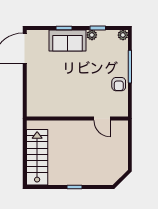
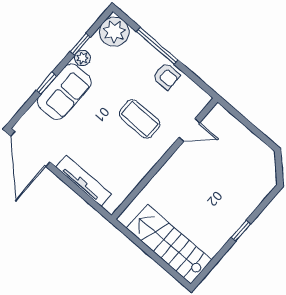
plant: (123, 35) -> (114, 32), width x1.88, depth x1.88
tv unit: (32, 88) -> (83, 181), added
coffee table: (86, 89) -> (140, 119), added

